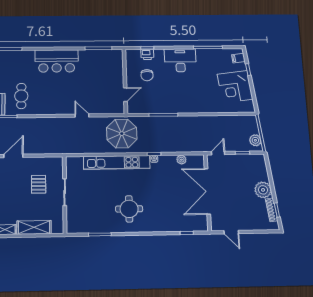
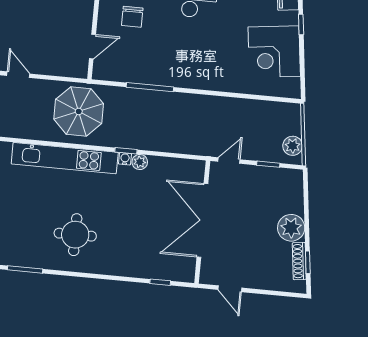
plant: (181, 160) -> (140, 162), moved

